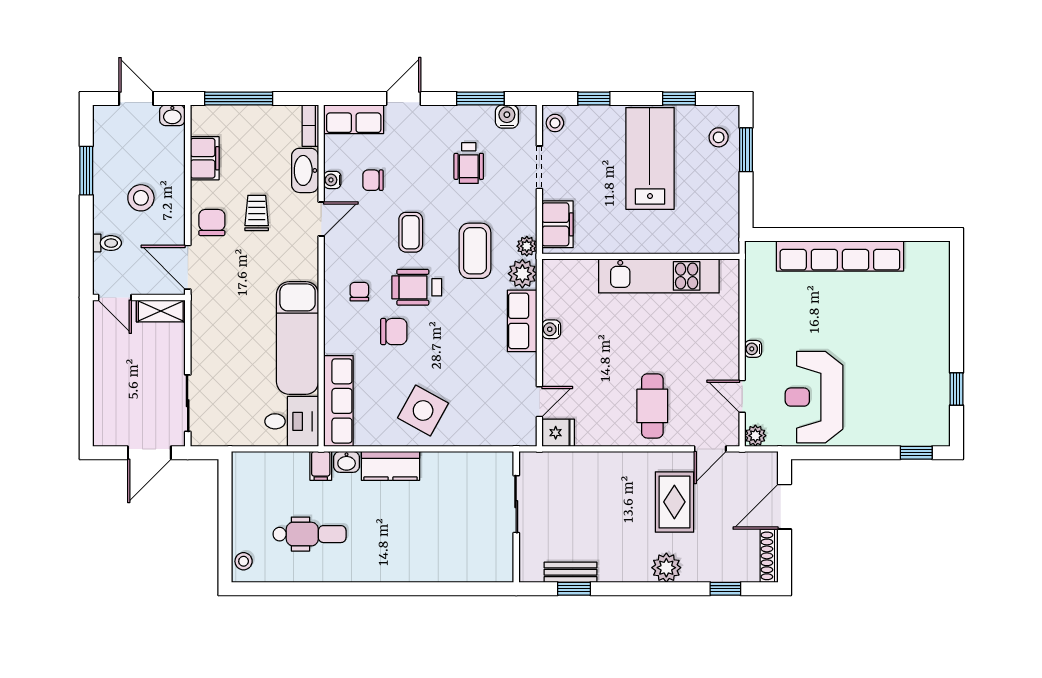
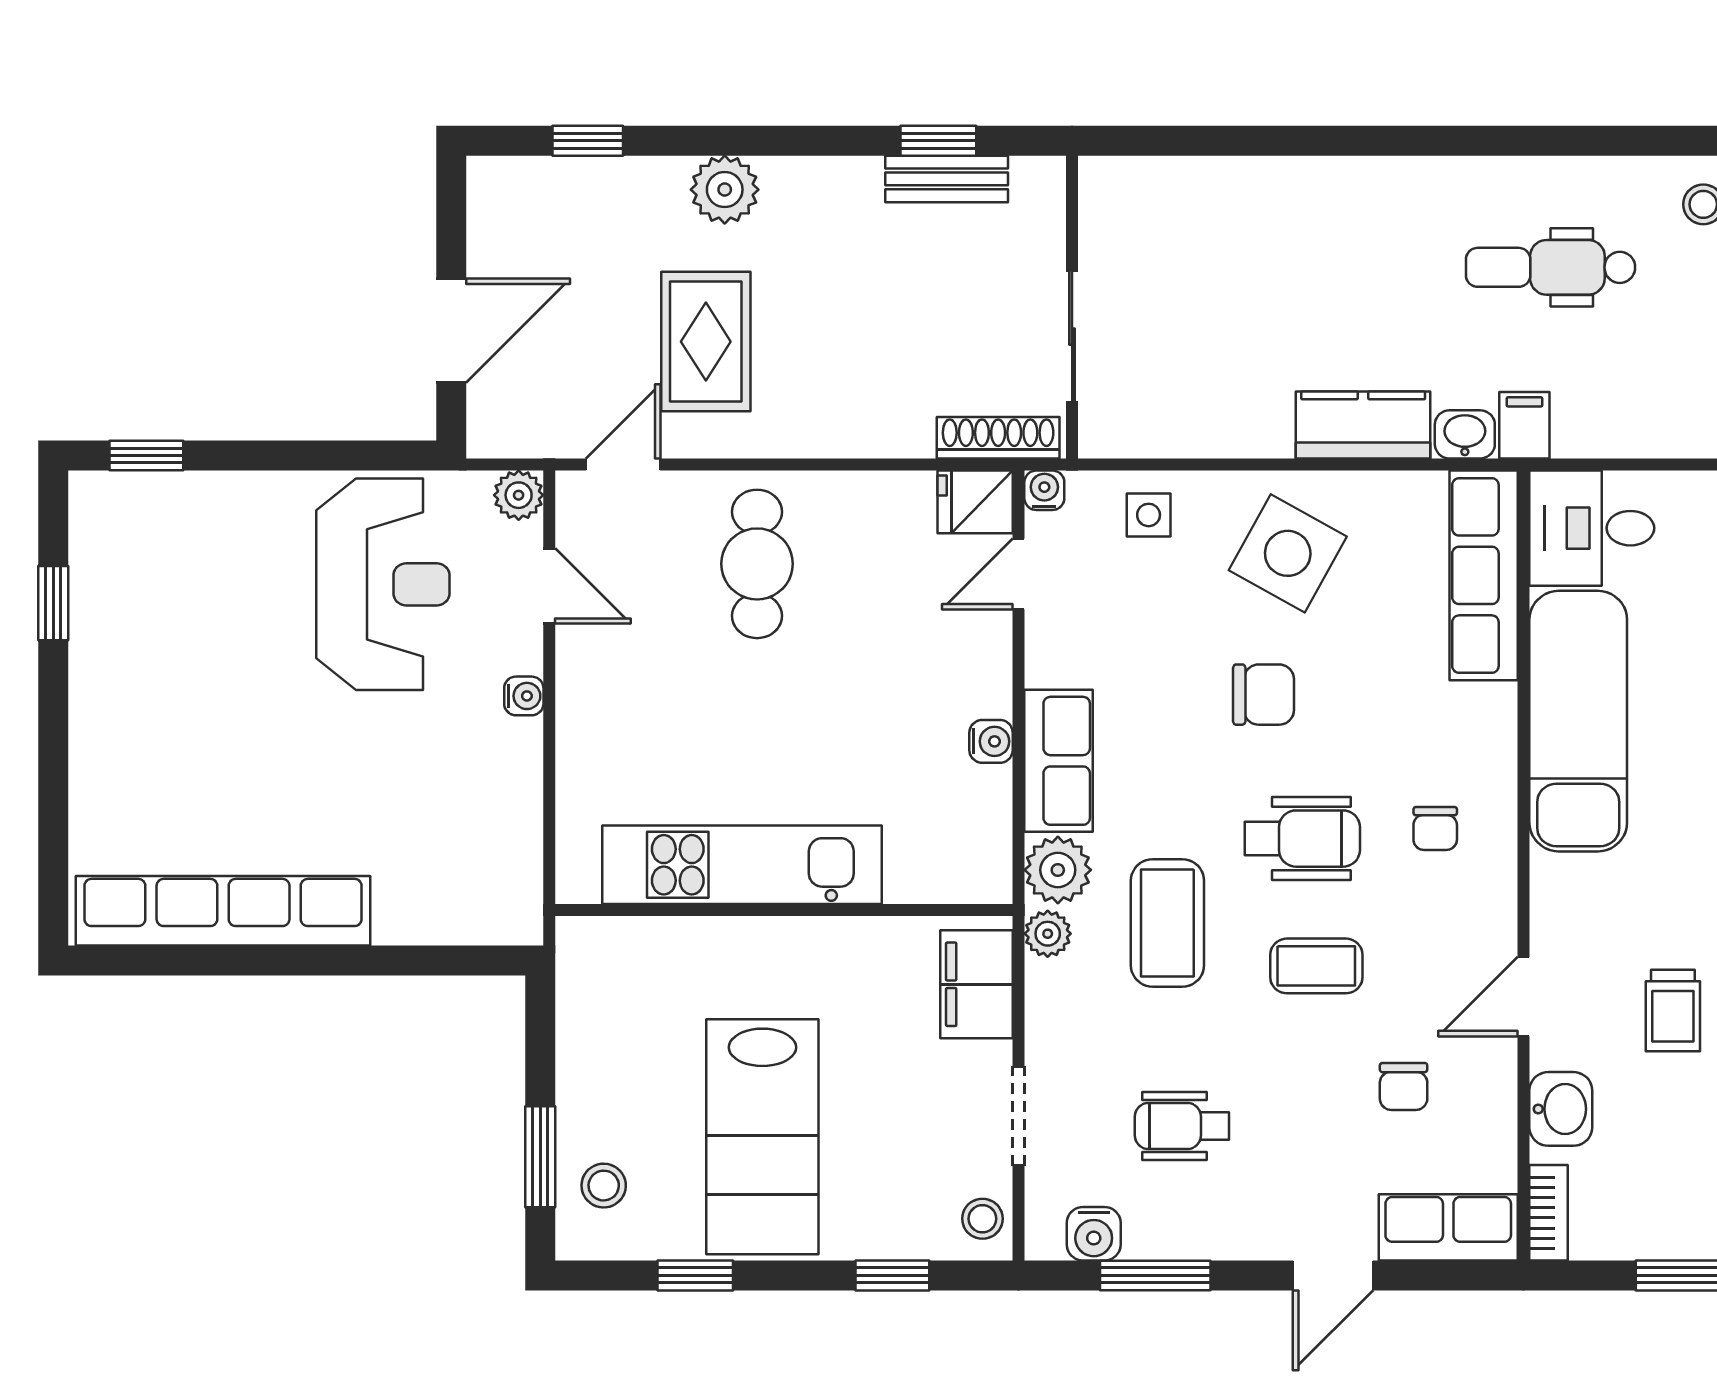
wheelchair: (469, 163) -> (1182, 1126), turned -90
washbasin: (305, 170) -> (1561, 1109), width x0.72
water cooler: (332, 180) -> (1044, 490), moved, turned -90
chair: (373, 180) -> (1404, 1086), turned 90
coffee table: (411, 232) -> (1316, 966), turned 90
row of seats: (840, 256) -> (223, 911), moved
chair: (394, 332) -> (1263, 695), moved, turned 180
side table: (483, 427) -> (1149, 515), added
shoe rack: (769, 556) -> (998, 438), moved, turned -90

